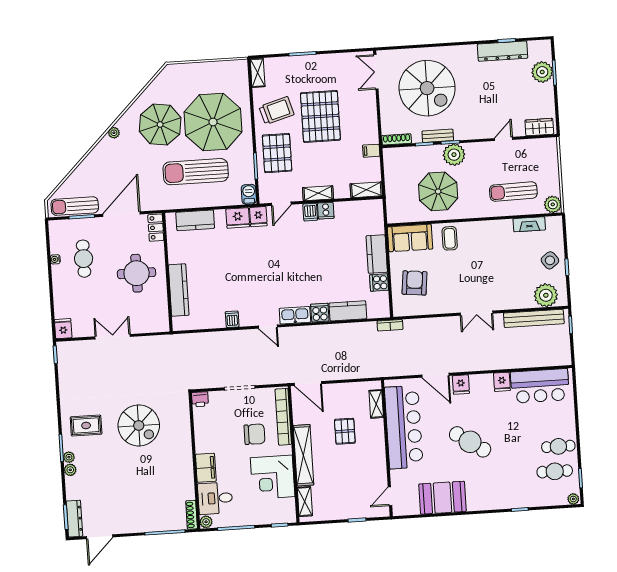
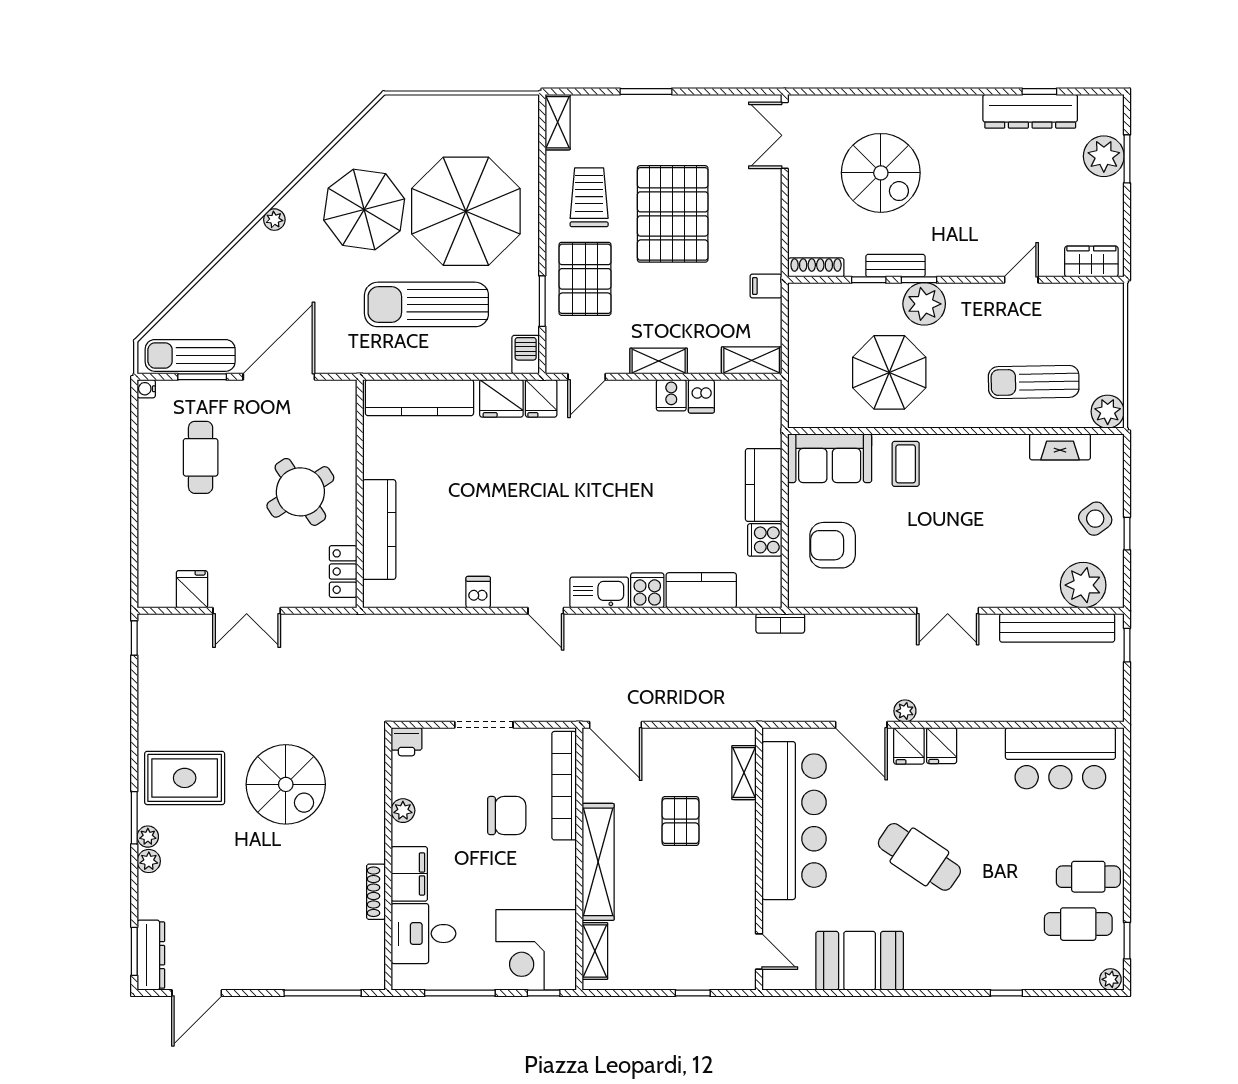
spiral stairs: (427, 88) -> (881, 173), width x0.73, depth x0.73
trolley: (276, 111) -> (589, 197), turned -74
dishwasher: (310, 212) -> (701, 396), moved
kitchen counter: (195, 220) -> (419, 398), width x1.50
locker: (156, 228) -> (343, 572), moved
water cooler: (55, 259) -> (146, 389), moved
round table: (137, 273) -> (300, 492), turned -33
armchair: (415, 283) -> (833, 545), turned -96
fridge: (63, 329) -> (192, 589), moved
double door: (113, 337) -> (247, 611), swing flipped
plant: (458, 367) -> (905, 711), added
fridge: (502, 382) -> (942, 746), moved
rug: (86, 426) -> (185, 778), width x1.36, depth x1.43
corner desk: (273, 477) -> (536, 950), moved
door: (390, 496) -> (759, 951), swing flipped
shoe rack: (192, 515) -> (376, 892), moved
plant: (206, 522) -> (403, 811), moved

